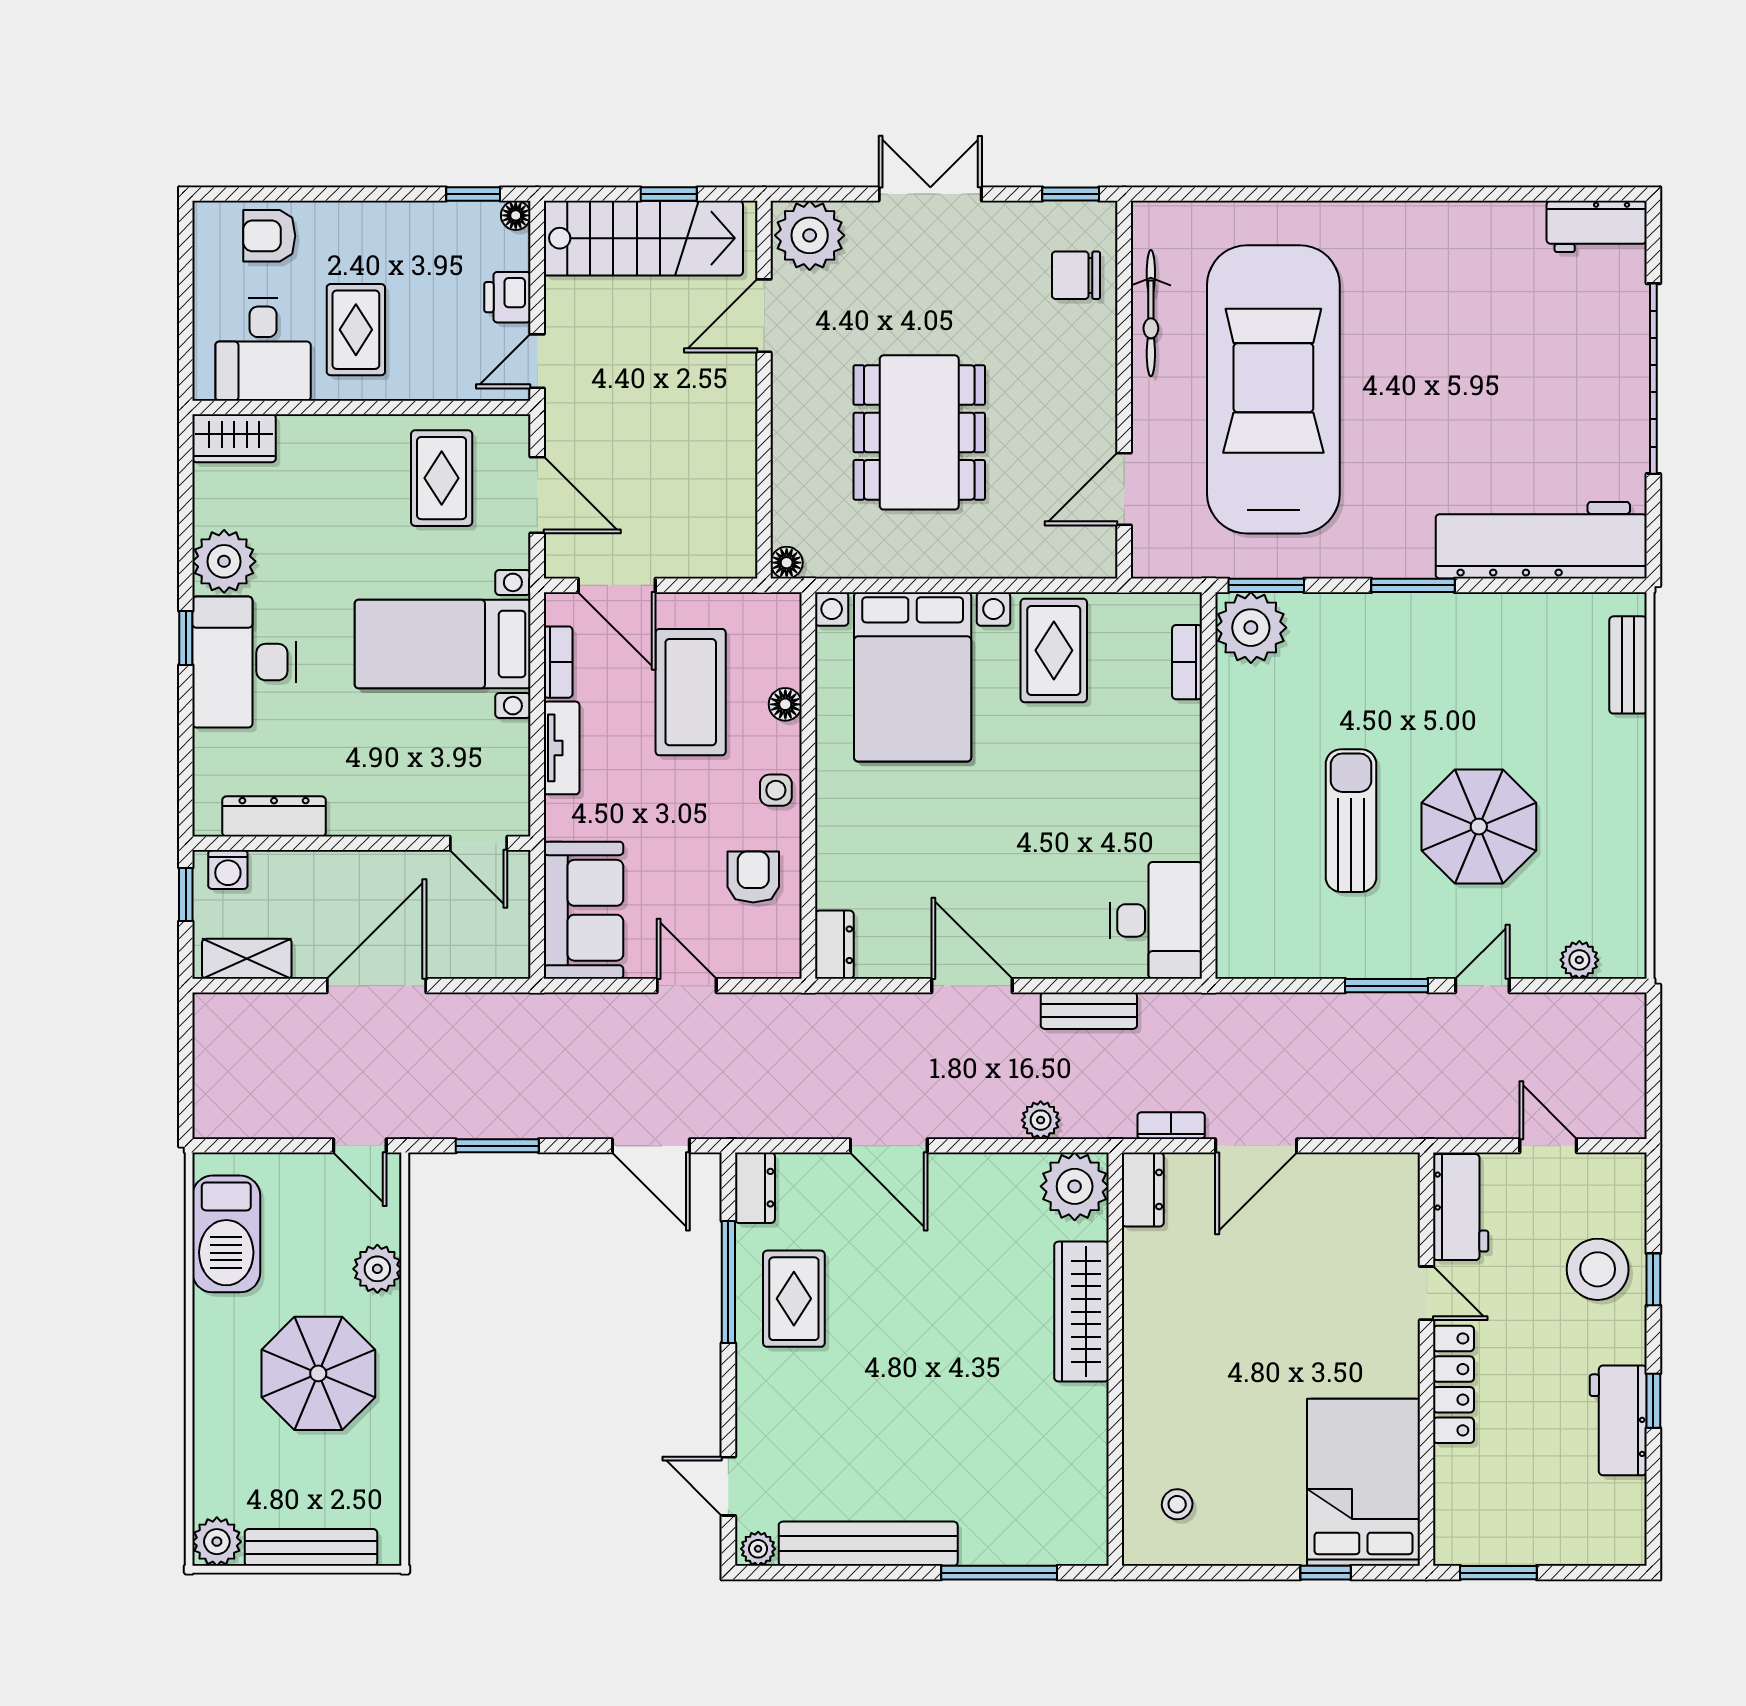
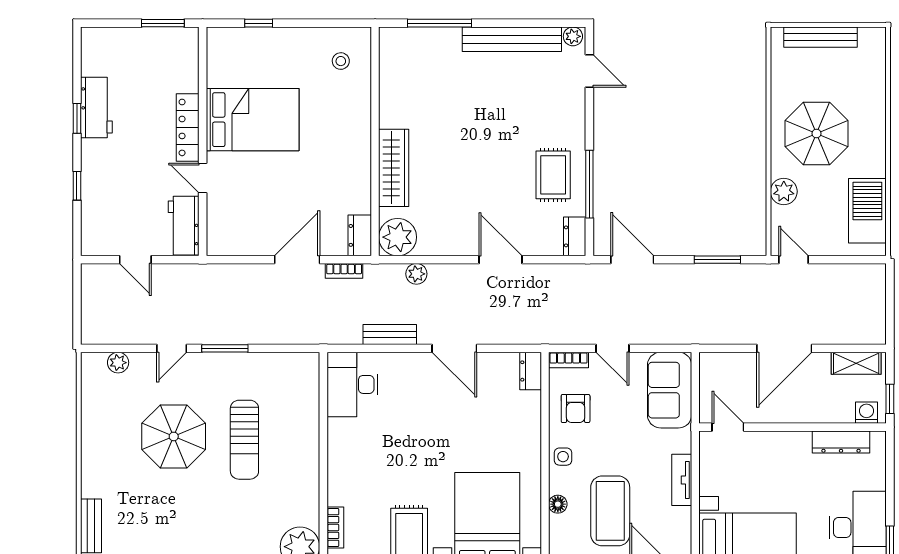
bookcase: (558, 662) -> (569, 360), moved, turned -90
stool: (1598, 1269) -> (108, 191), removed
bed: (1363, 1482) -> (253, 120), moved, turned -90
plant: (217, 1542) -> (873, 40), removed

